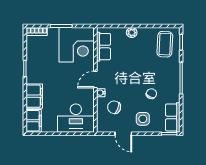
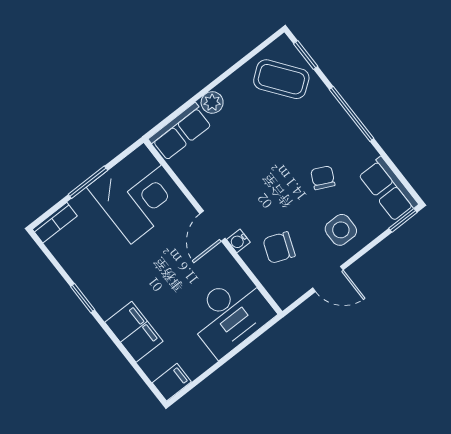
coffee table: (165, 44) -> (281, 79), turned -40
row of seats: (103, 47) -> (180, 132), moved, turned 90
filing cabinet: (34, 121) -> (172, 382), width x0.50

